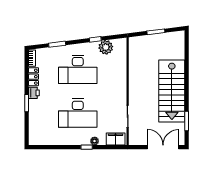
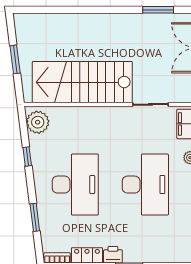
plant: (106, 47) -> (38, 122), moved
stairs: (172, 91) -> (82, 82), moved, turned 180

